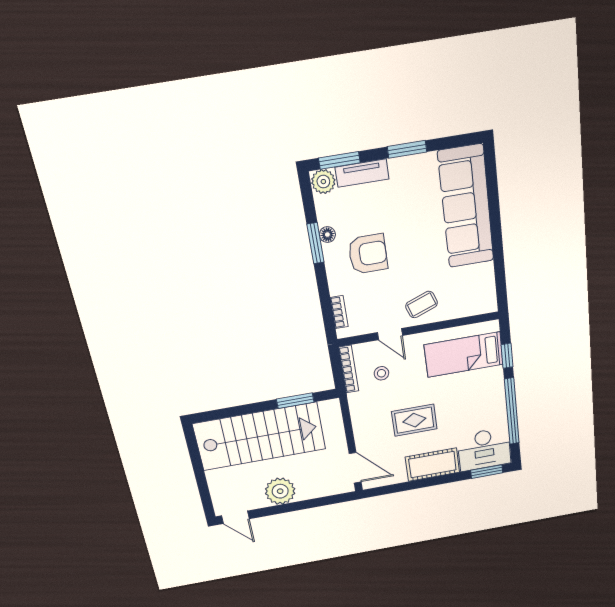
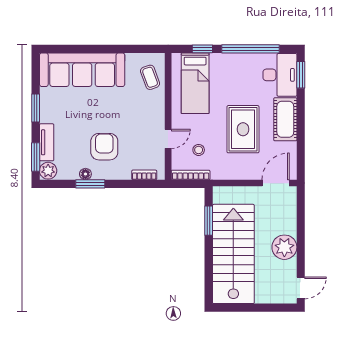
coffee table: (422, 305) -> (150, 77), moved
rug: (414, 420) -> (243, 129), width x1.36, depth x1.43

